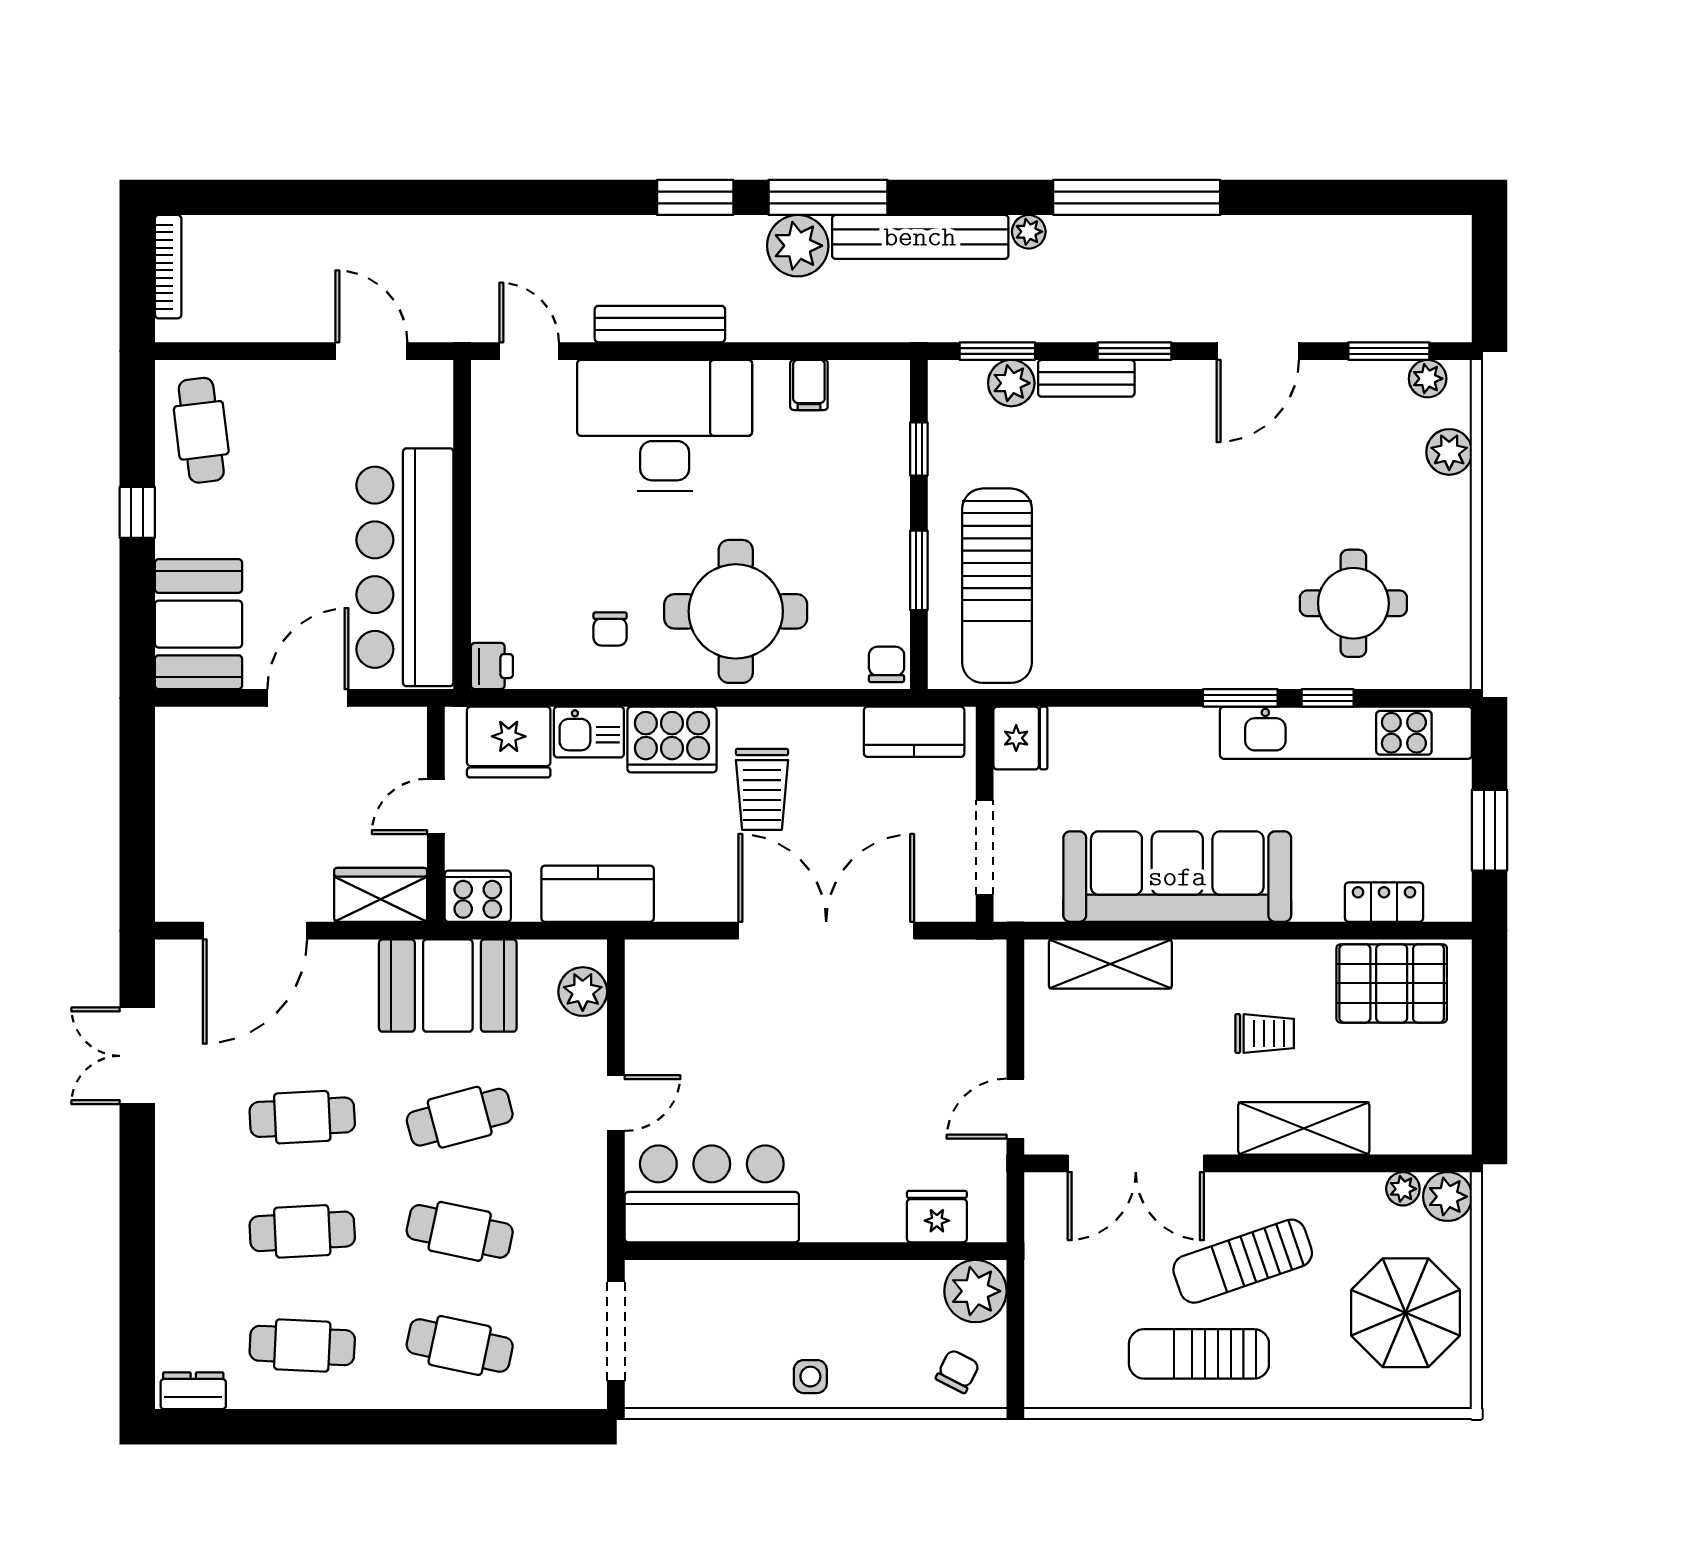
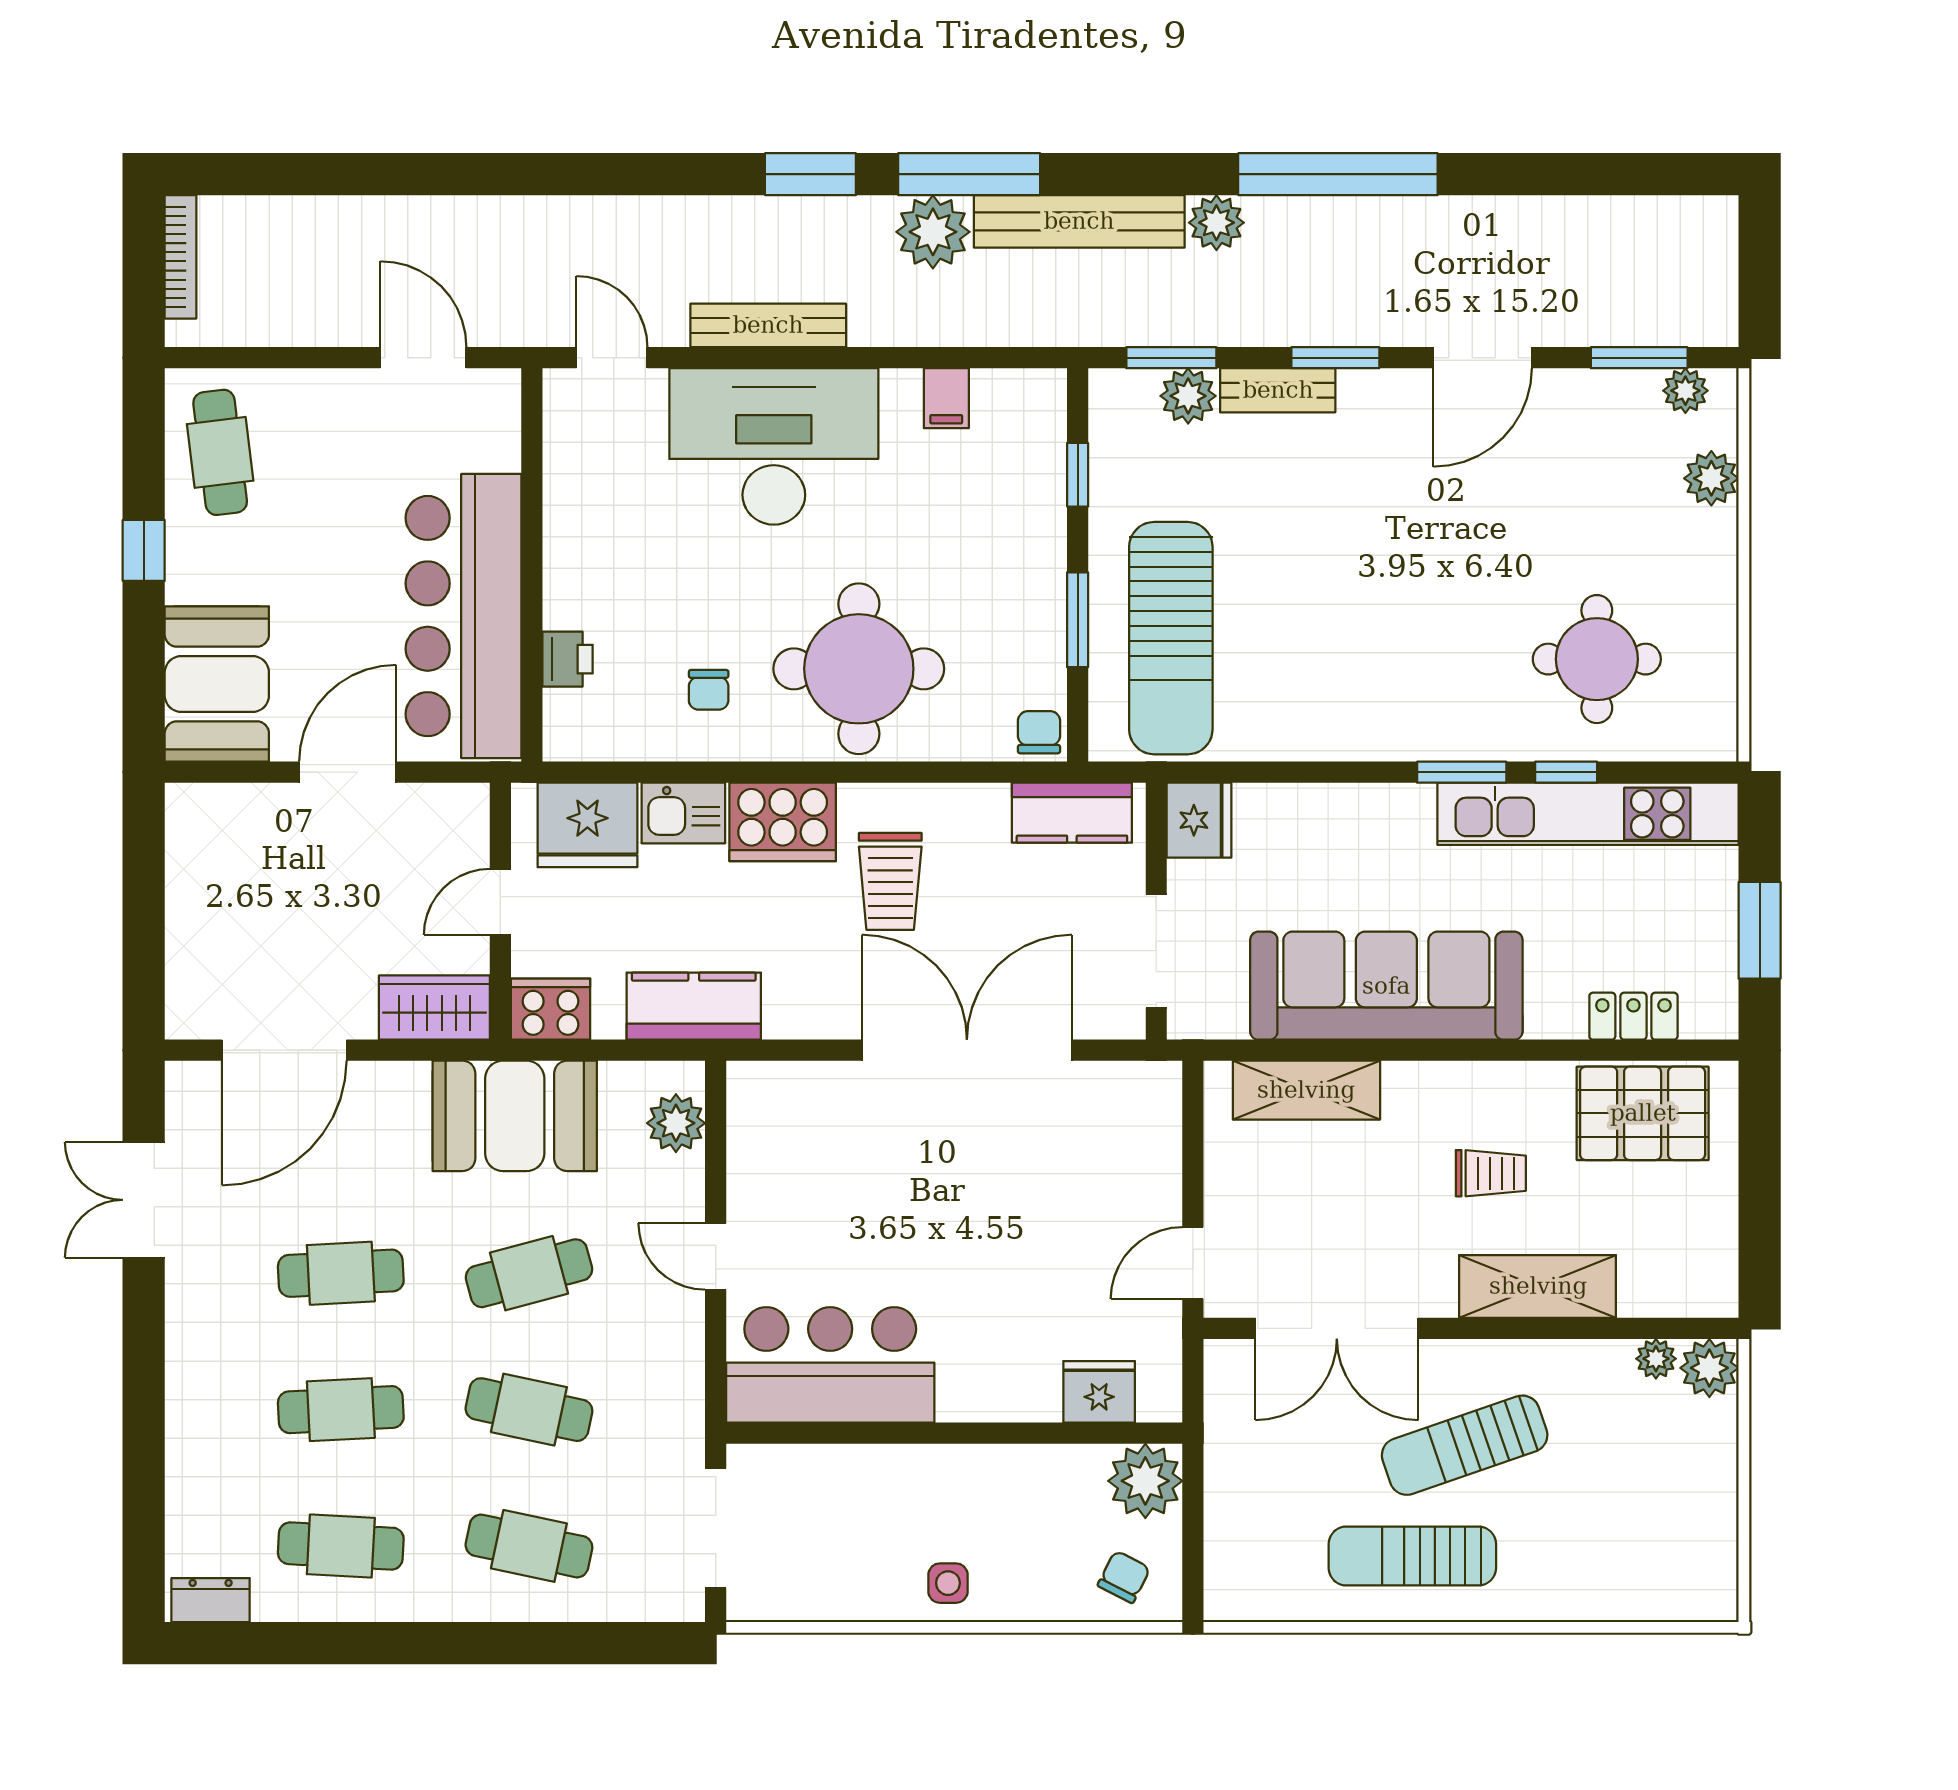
plant: (1029, 232) -> (1216, 223), width x1.38, depth x1.38
printer: (492, 666) -> (568, 659), moved
door: (616, 1103) -> (716, 1256), swing flipped
parasol: (1406, 1313) -> (1659, 1507), removed

